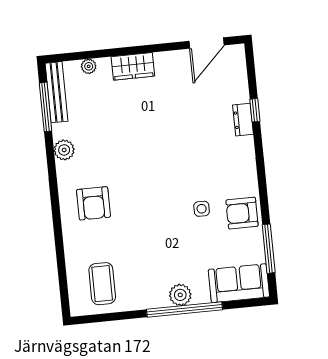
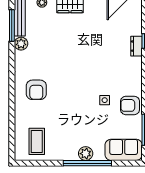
plant: (64, 150) -> (21, 44), moved

